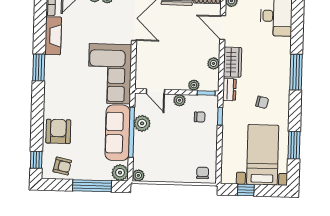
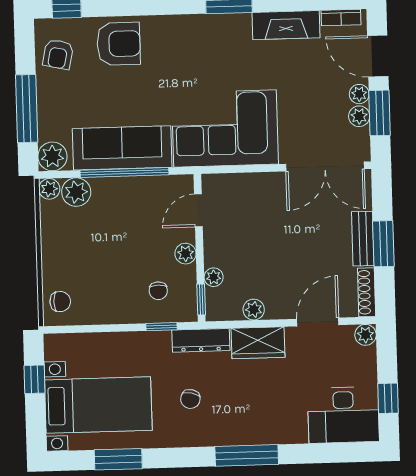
dresser: (229, 89) -> (201, 340), width x1.44
plant: (142, 123) -> (76, 192), moved

